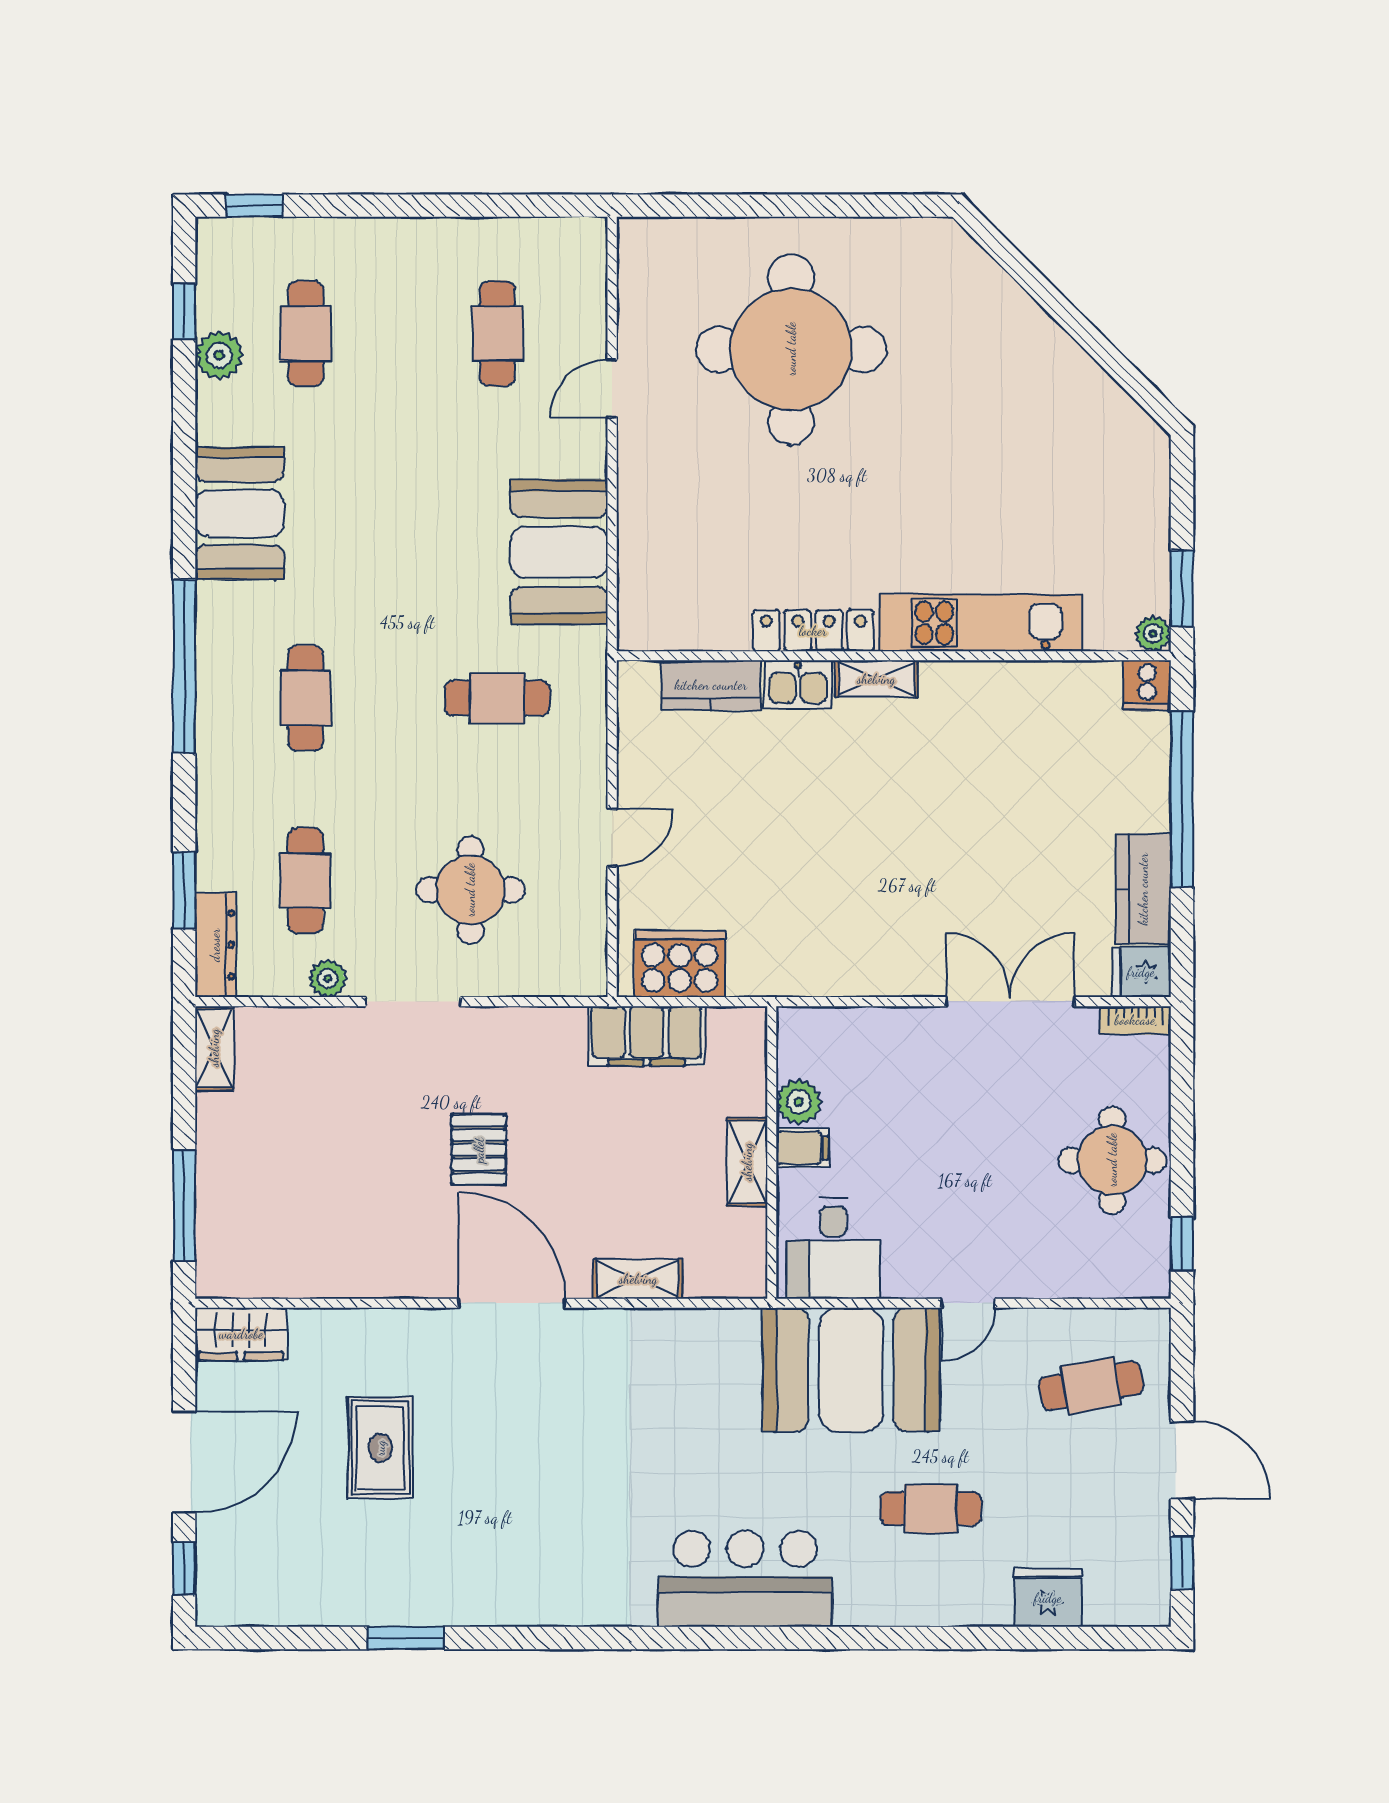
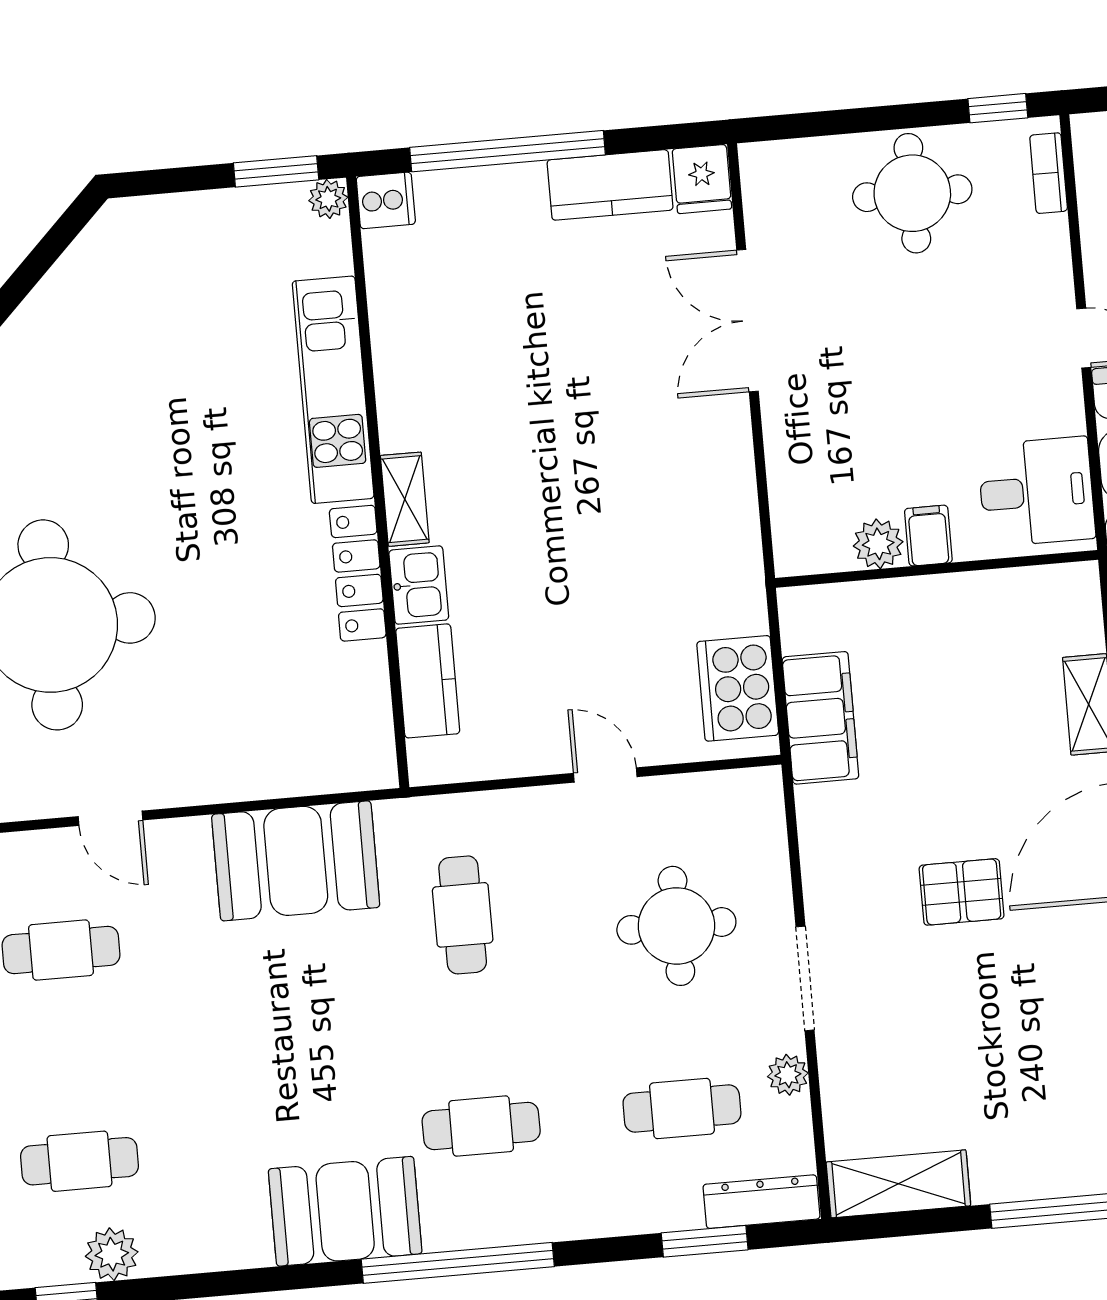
booth: (240, 513) -> (345, 1211), moved
bookcase: (1135, 1020) -> (1049, 173), moved, turned 180
shelving: (214, 1048) -> (898, 1184), width x1.50, depth x1.33
shelving: (747, 1162) -> (950, 595), removed

